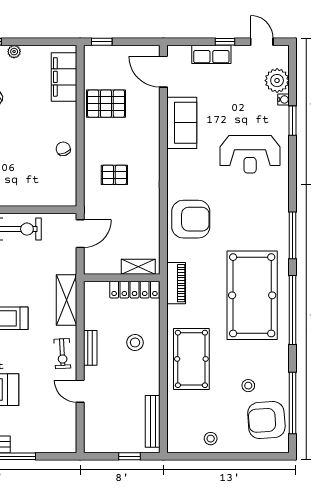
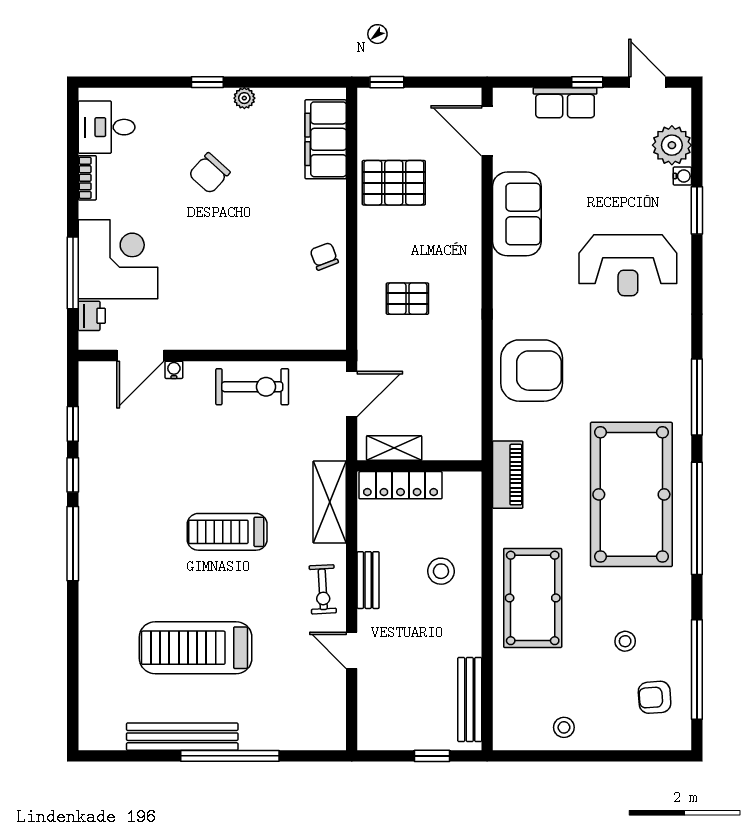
shelving: (138, 267) -> (394, 448), moved
locker: (134, 290) -> (400, 485), moved
armchair: (266, 420) -> (655, 697), width x0.53, depth x0.53

